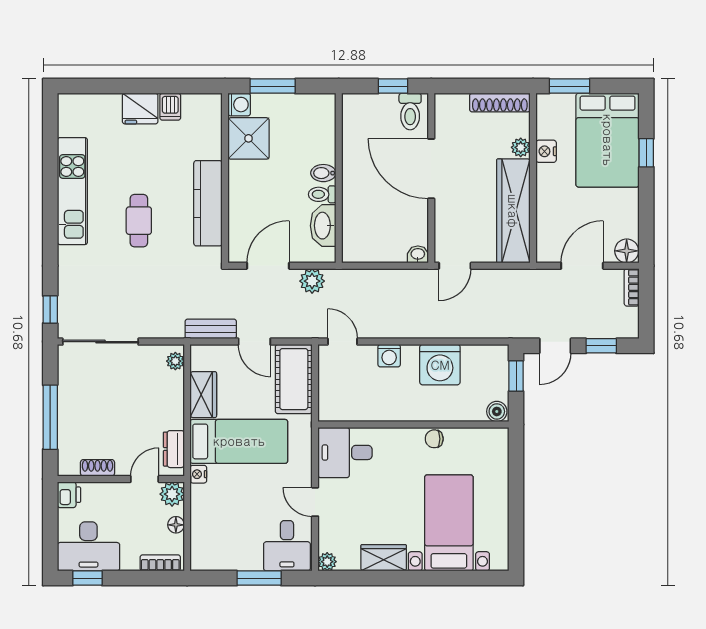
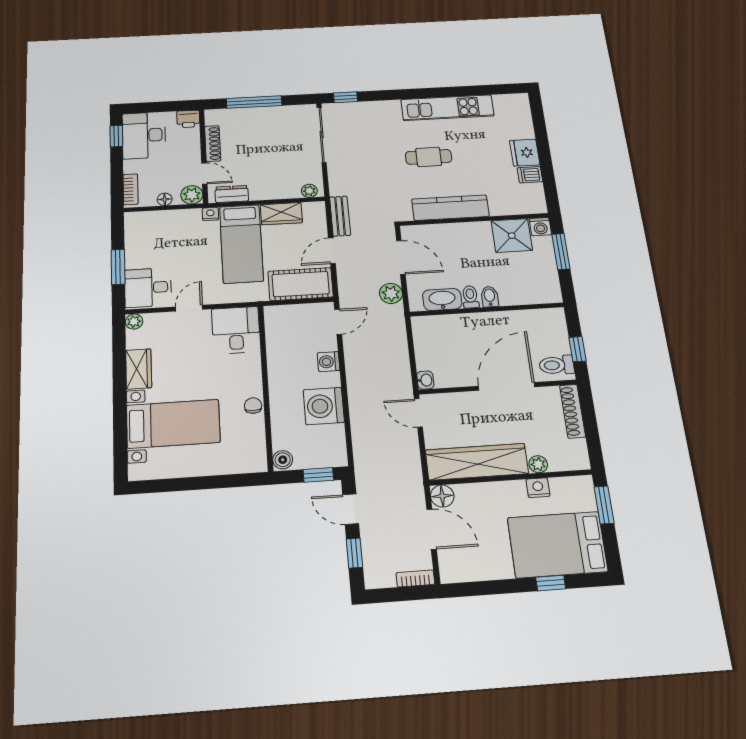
shoe rack: (500, 103) -> (573, 411), moved
floor lamp: (627, 251) -> (442, 496), moved
shoe rack: (98, 468) -> (213, 144), width x1.43

